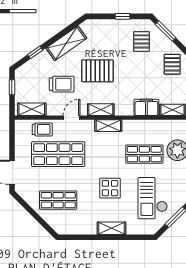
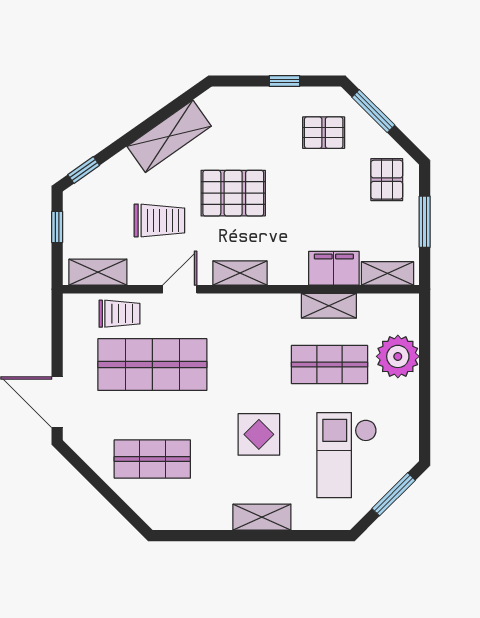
pallet: (141, 41) -> (324, 133), turned 90
window: (35, 52) -> (84, 170), moved
shelving: (108, 126) -> (329, 306), moved

